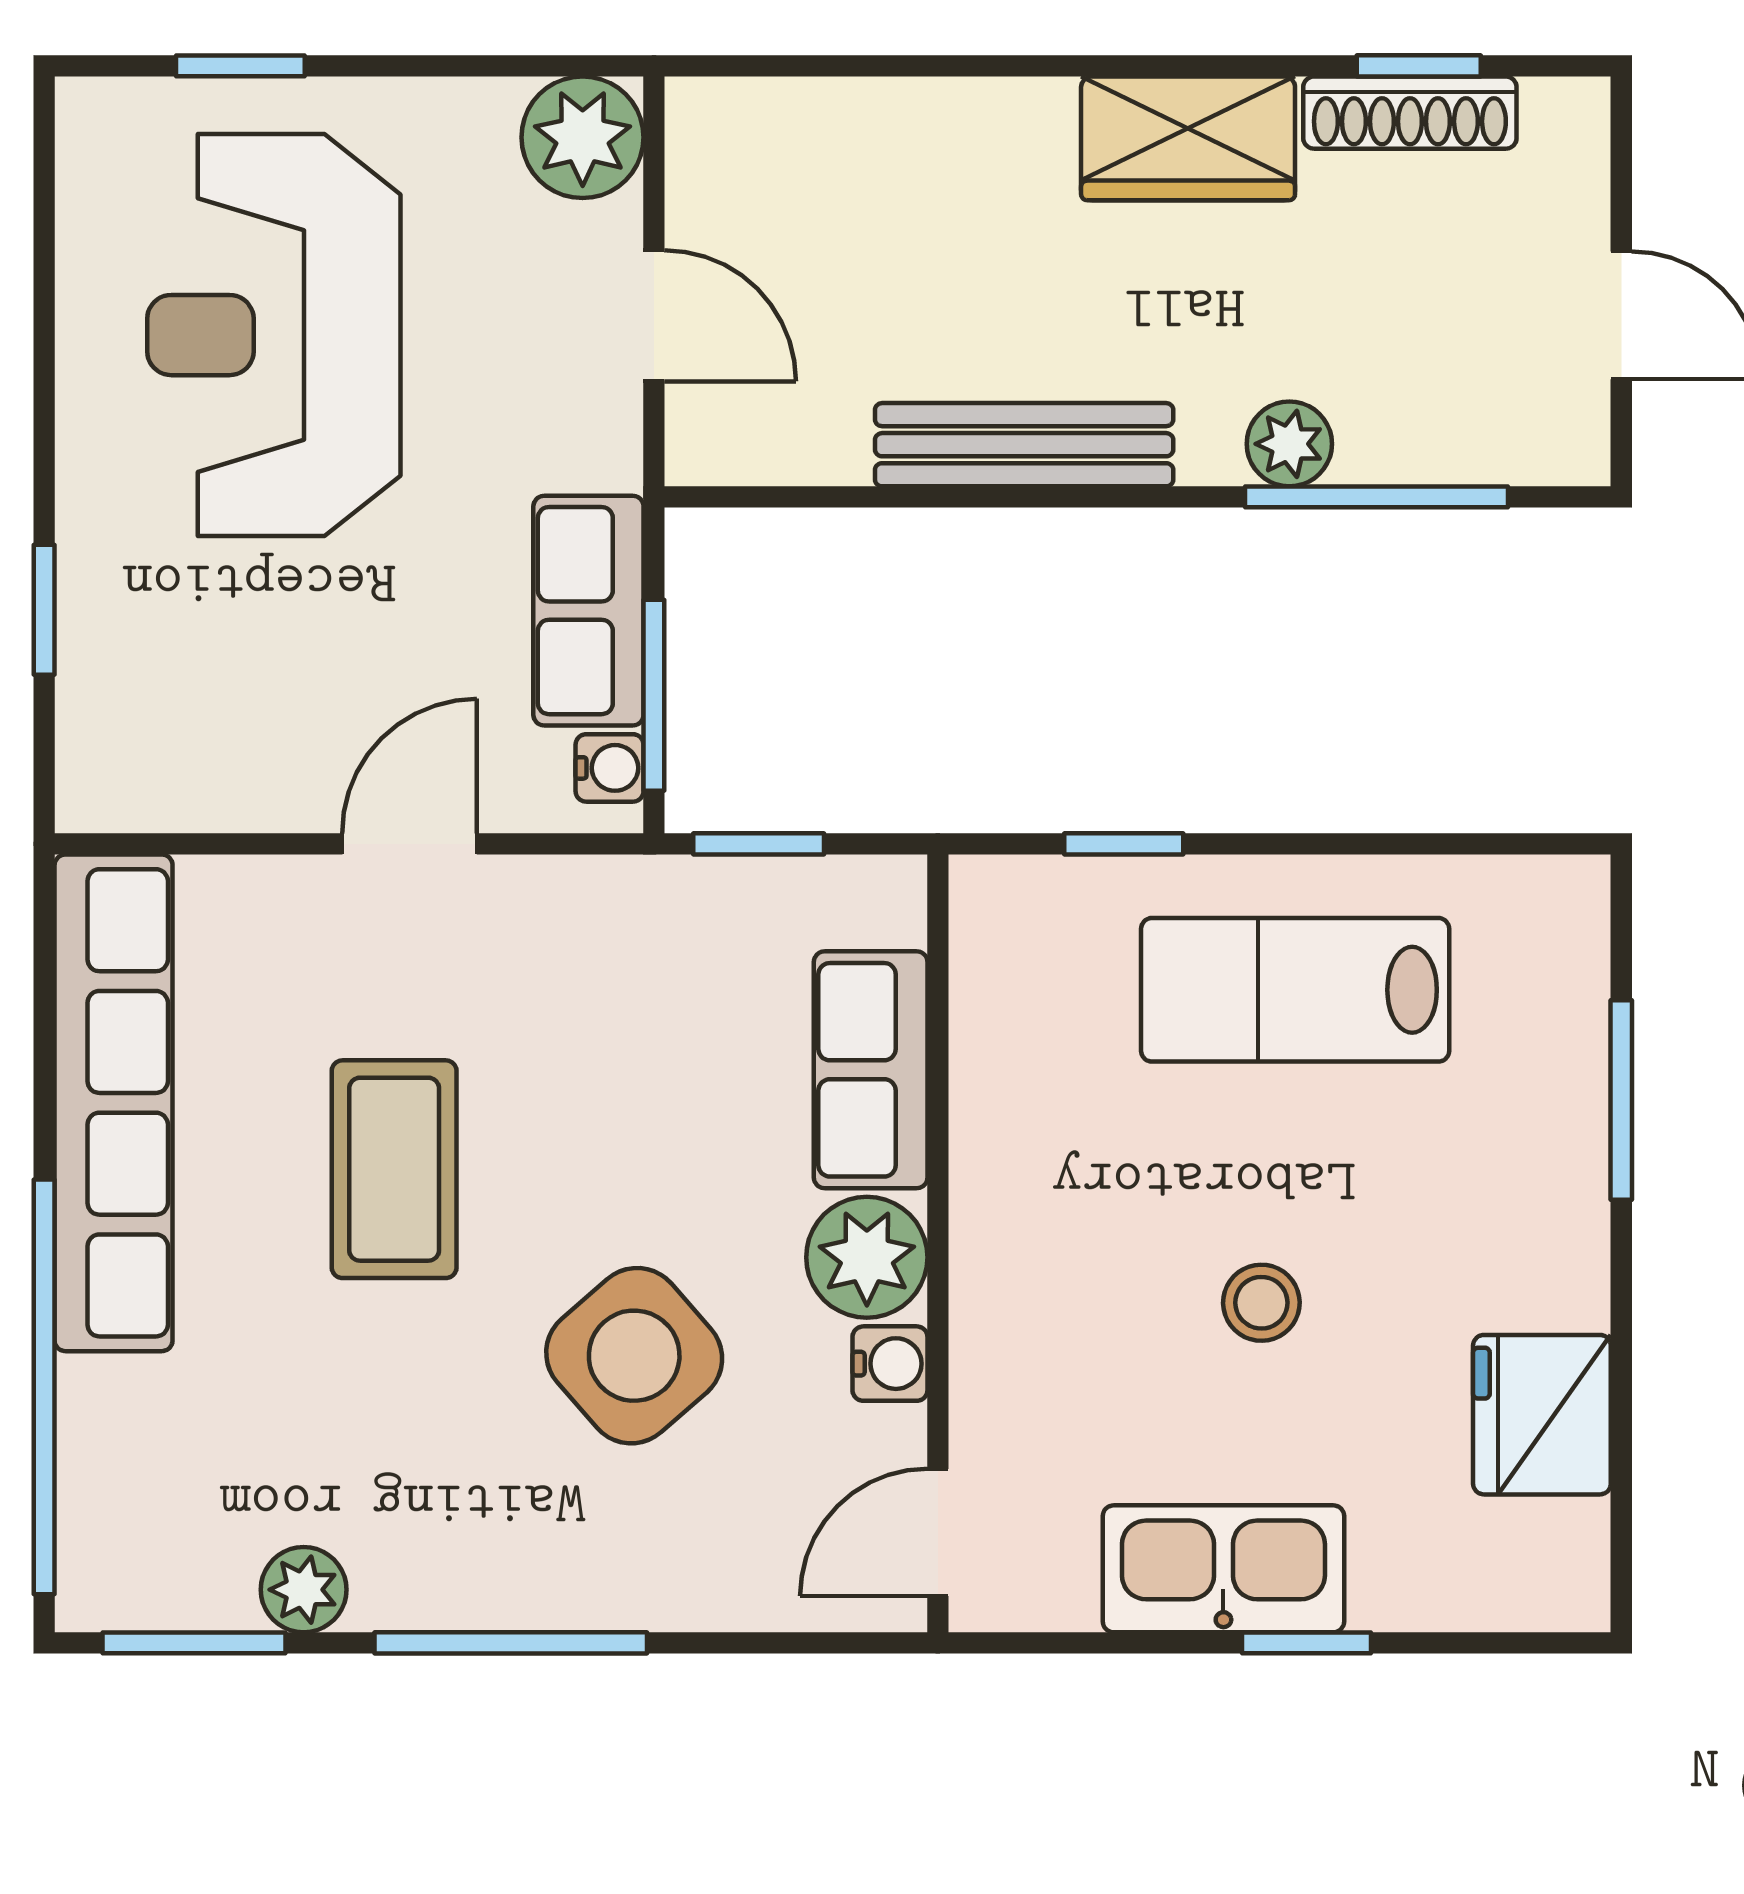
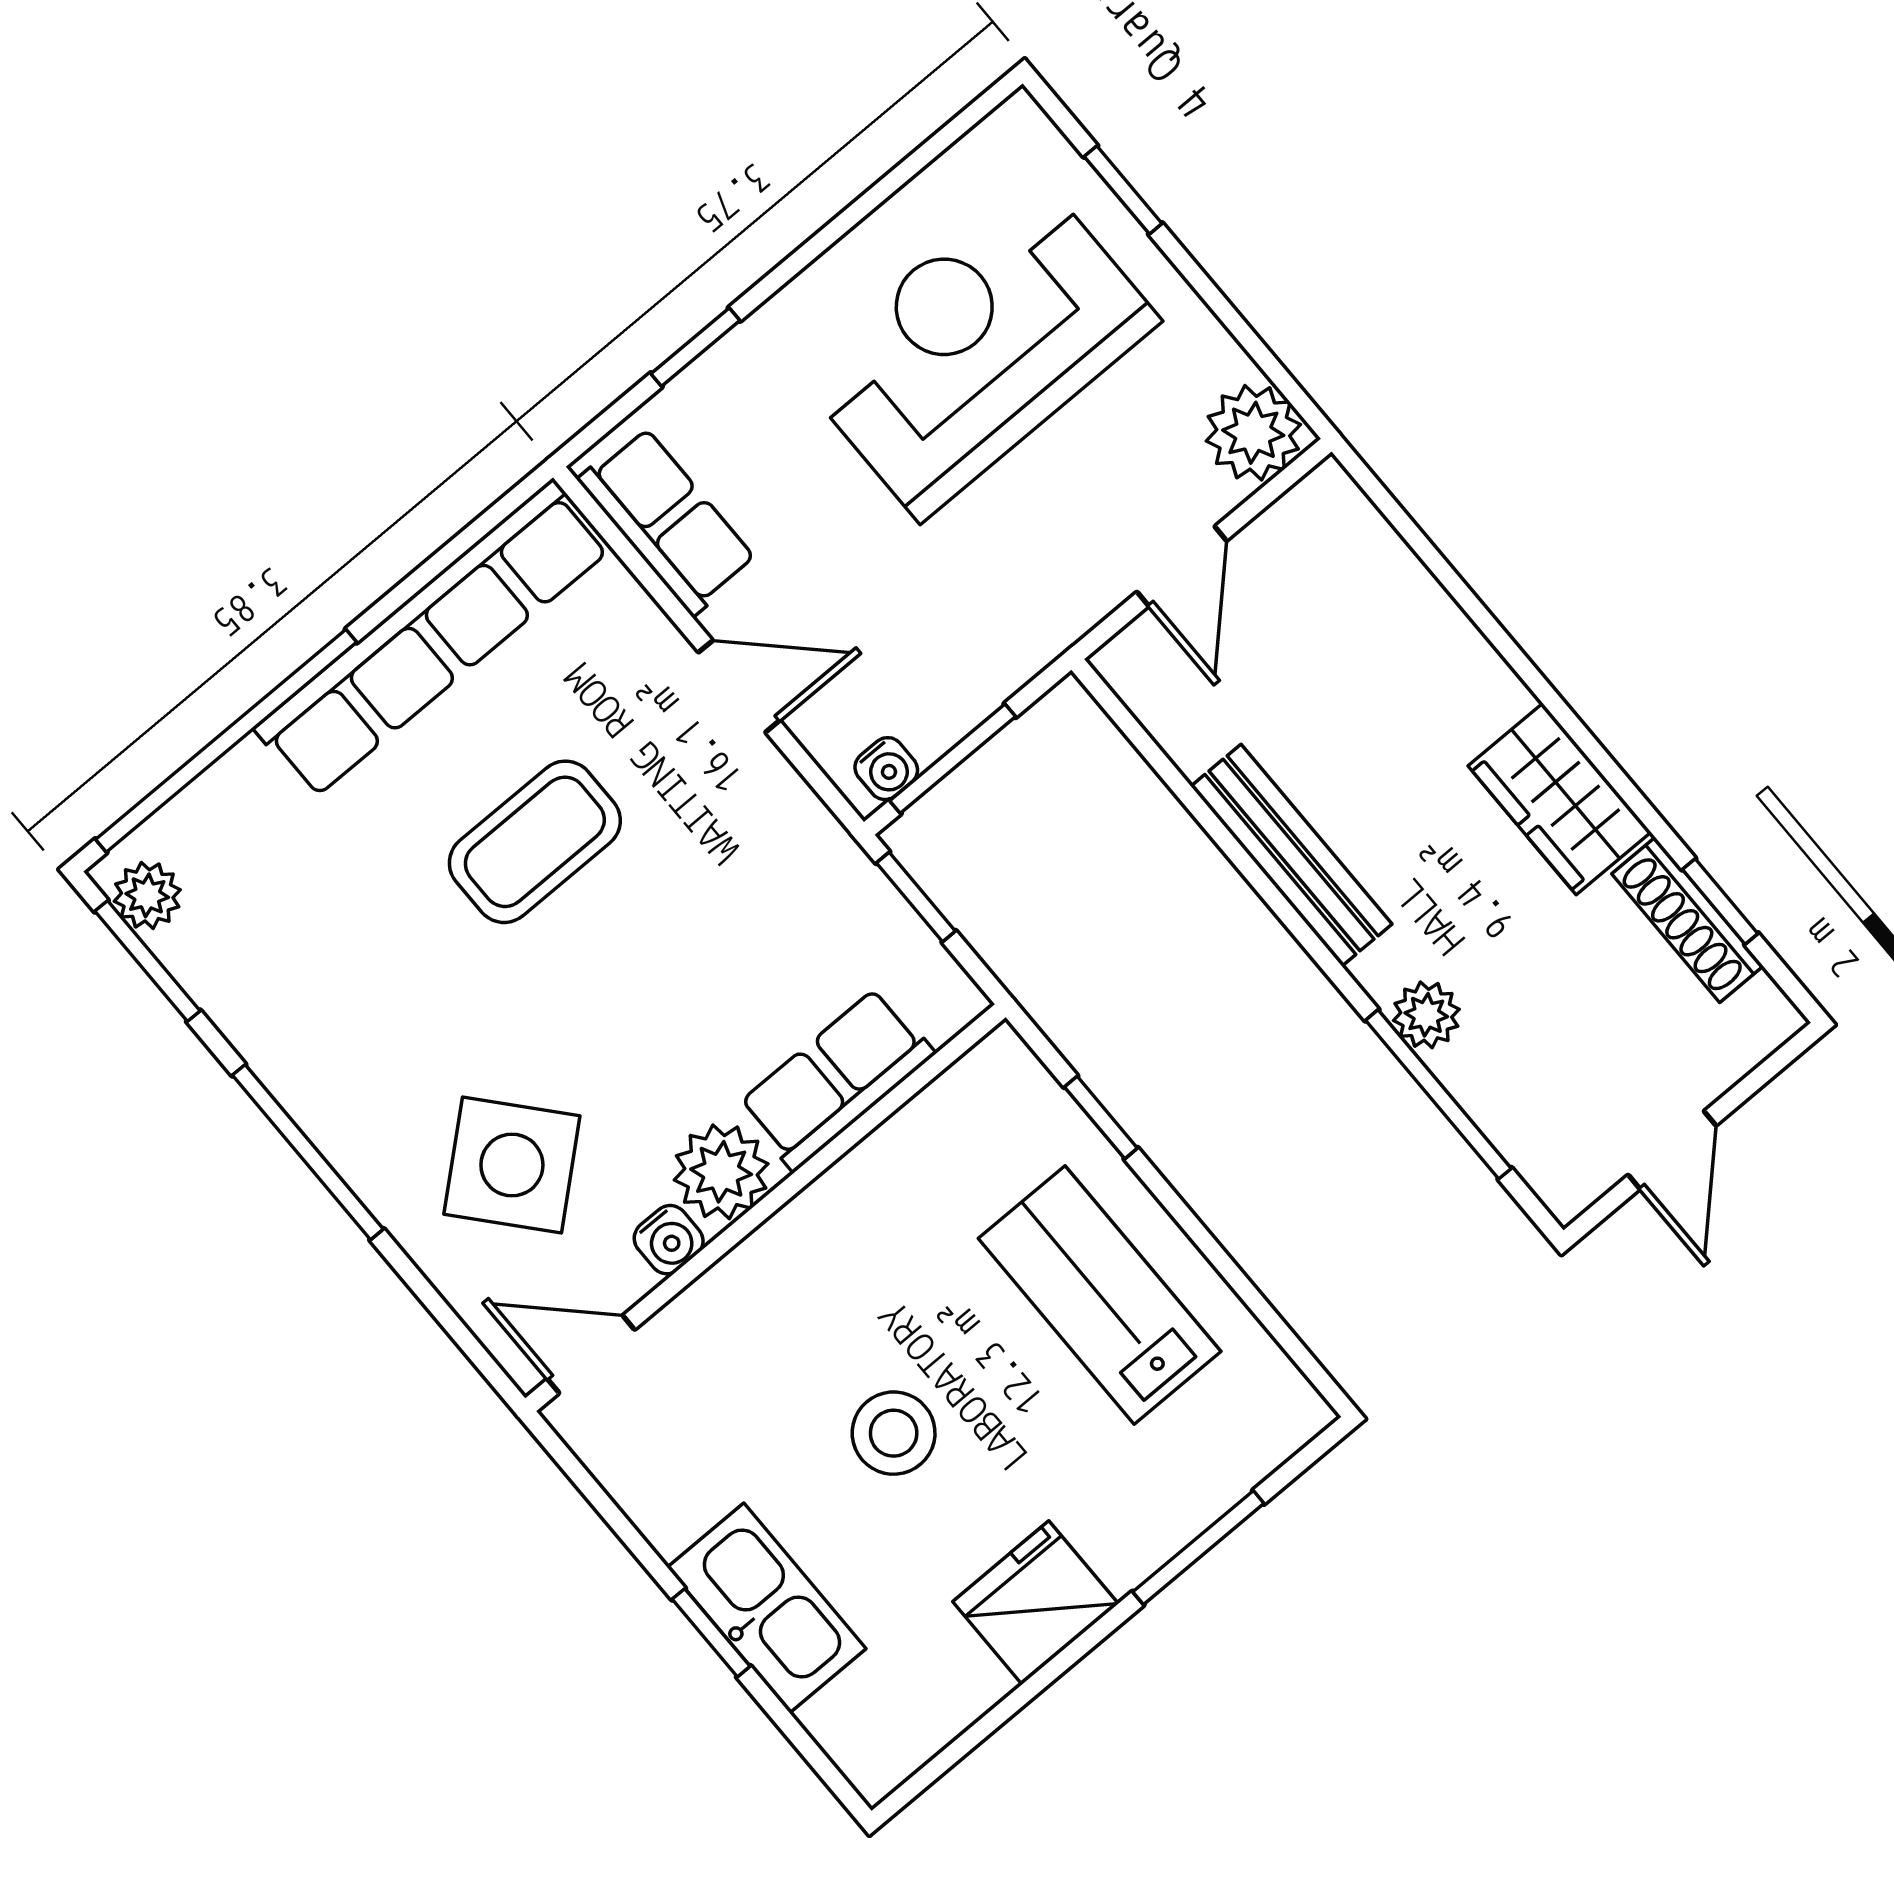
row of seats: (588, 611) -> (668, 521), moved, turned 90
stool: (1261, 1303) -> (894, 1433), width x1.37, depth x1.37
side table: (634, 1356) -> (512, 1165), moved
fridge: (1542, 1415) -> (1036, 1603), moved
kitchen sink: (1223, 1569) -> (767, 1608), moved
plant: (304, 1590) -> (147, 895), moved

